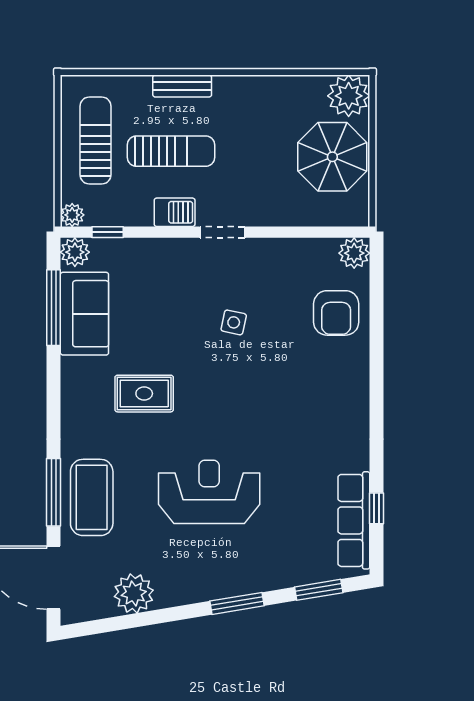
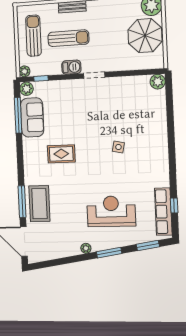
armchair: (336, 313) -> (150, 111), removed
side table: (234, 322) -> (118, 147), moved
reception desk: (209, 492) -> (111, 211), moved
plant: (134, 593) -> (86, 248), moved, width x0.53, depth x0.53

